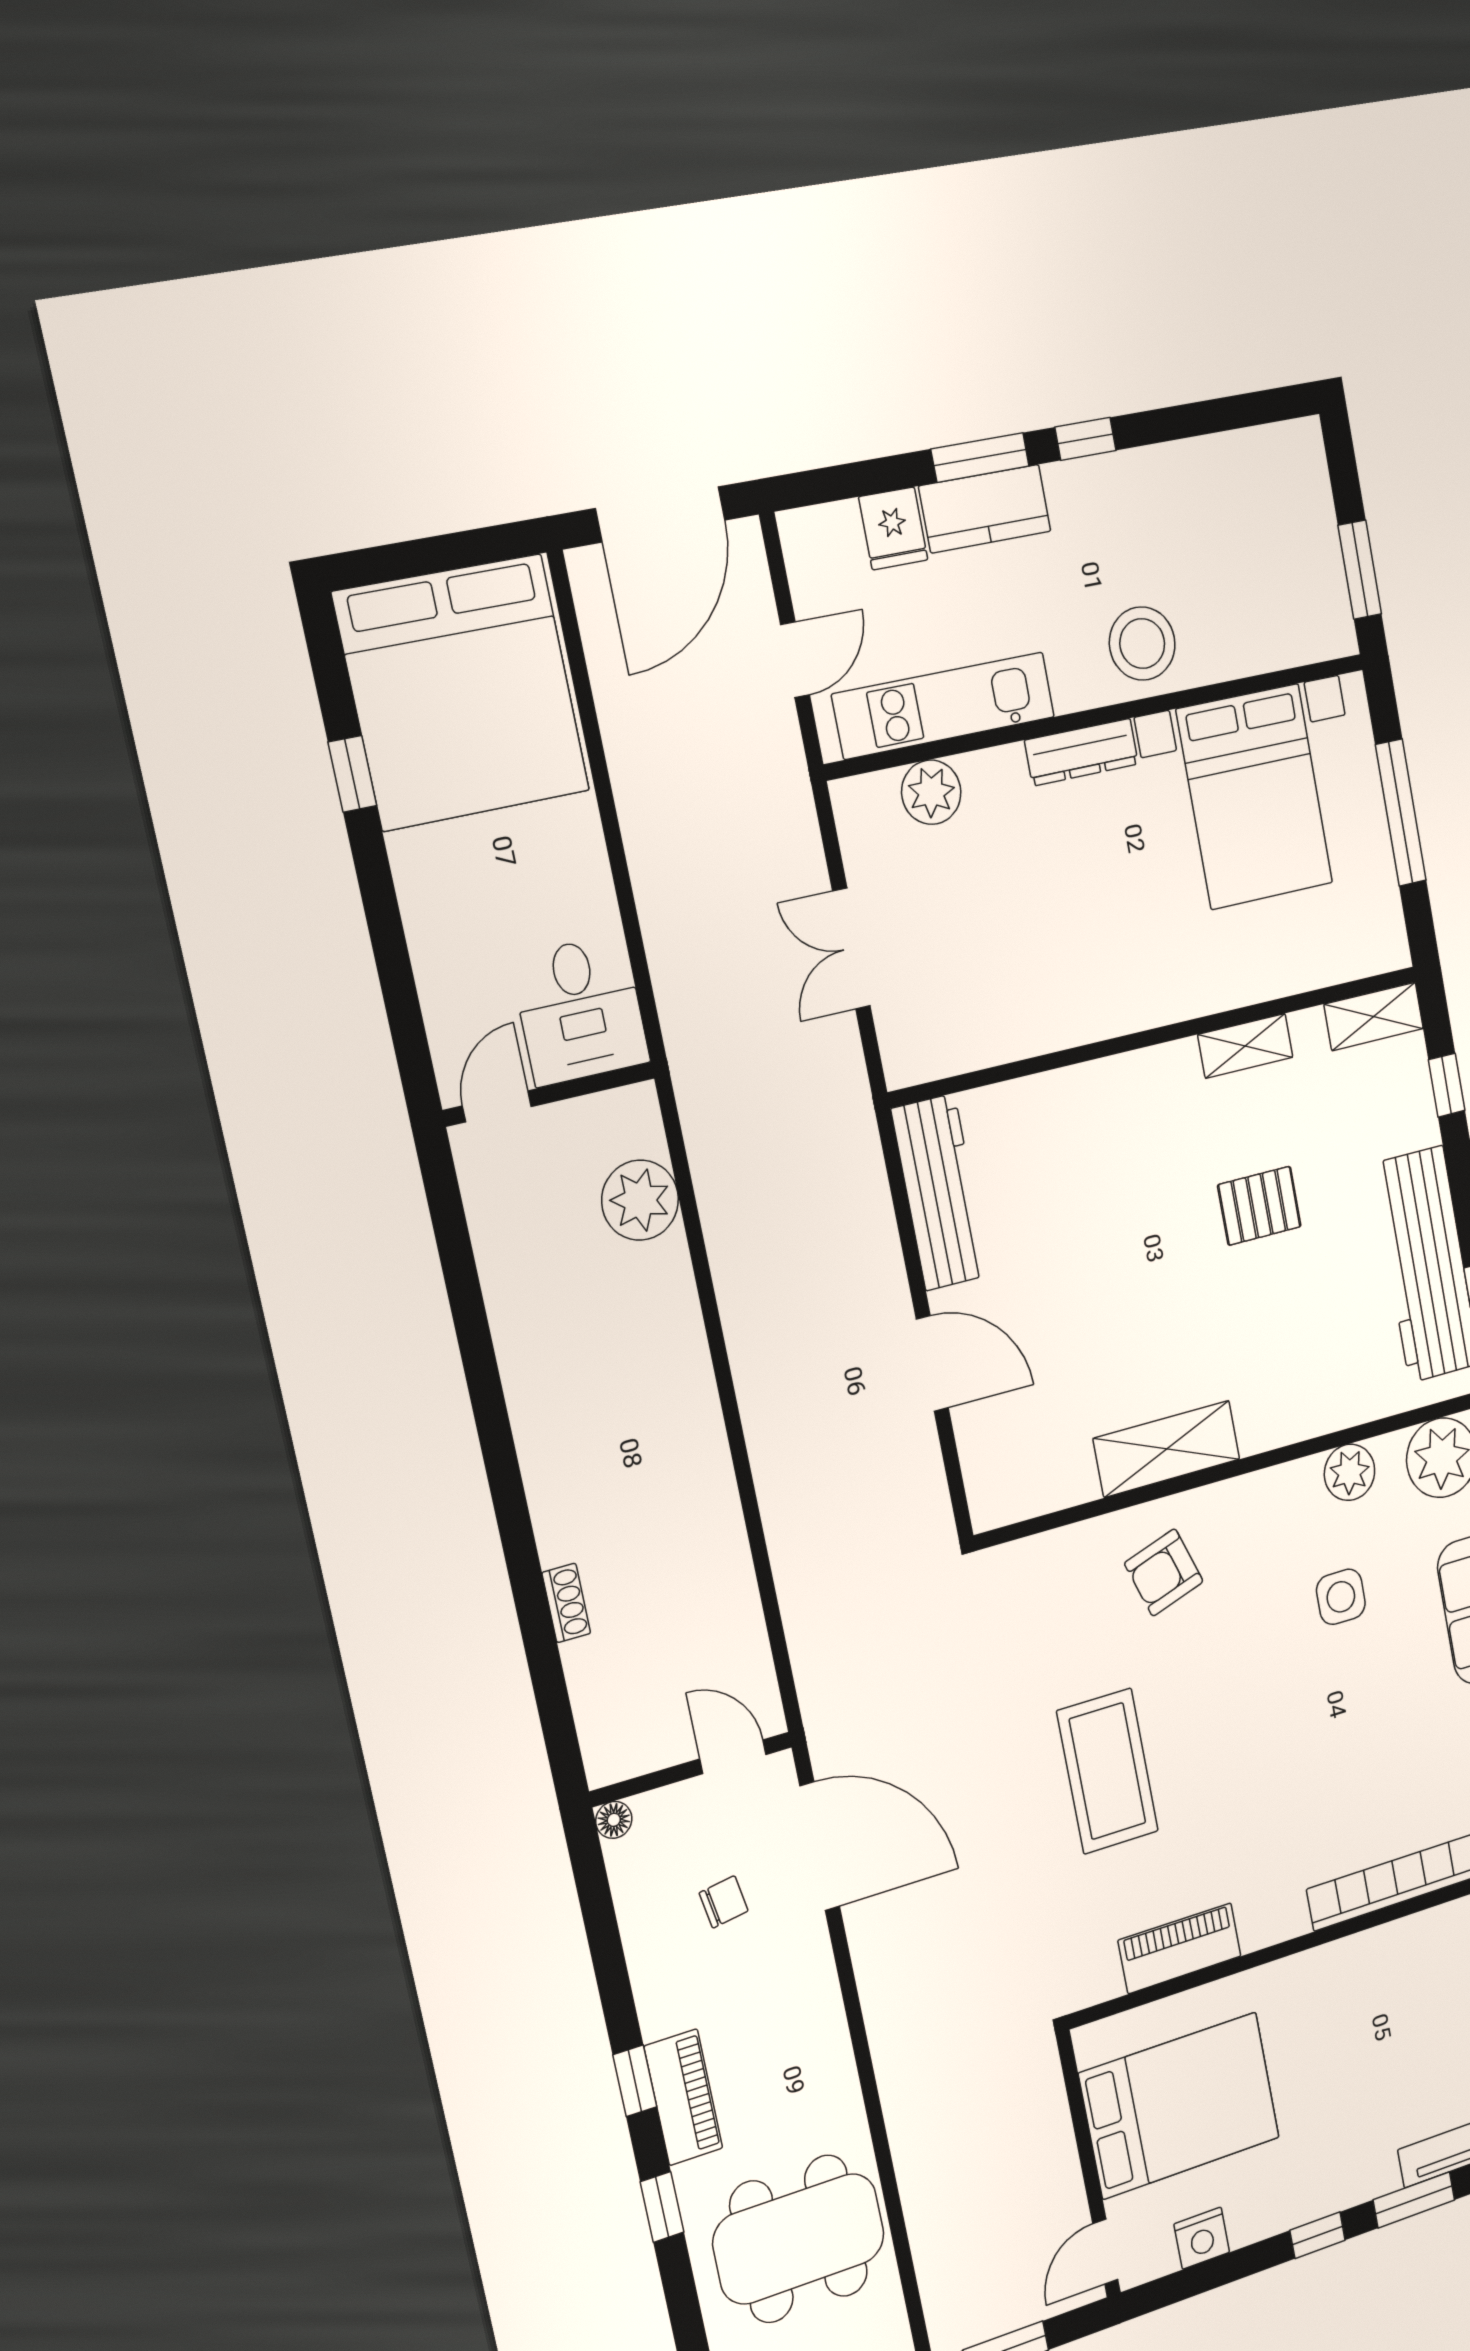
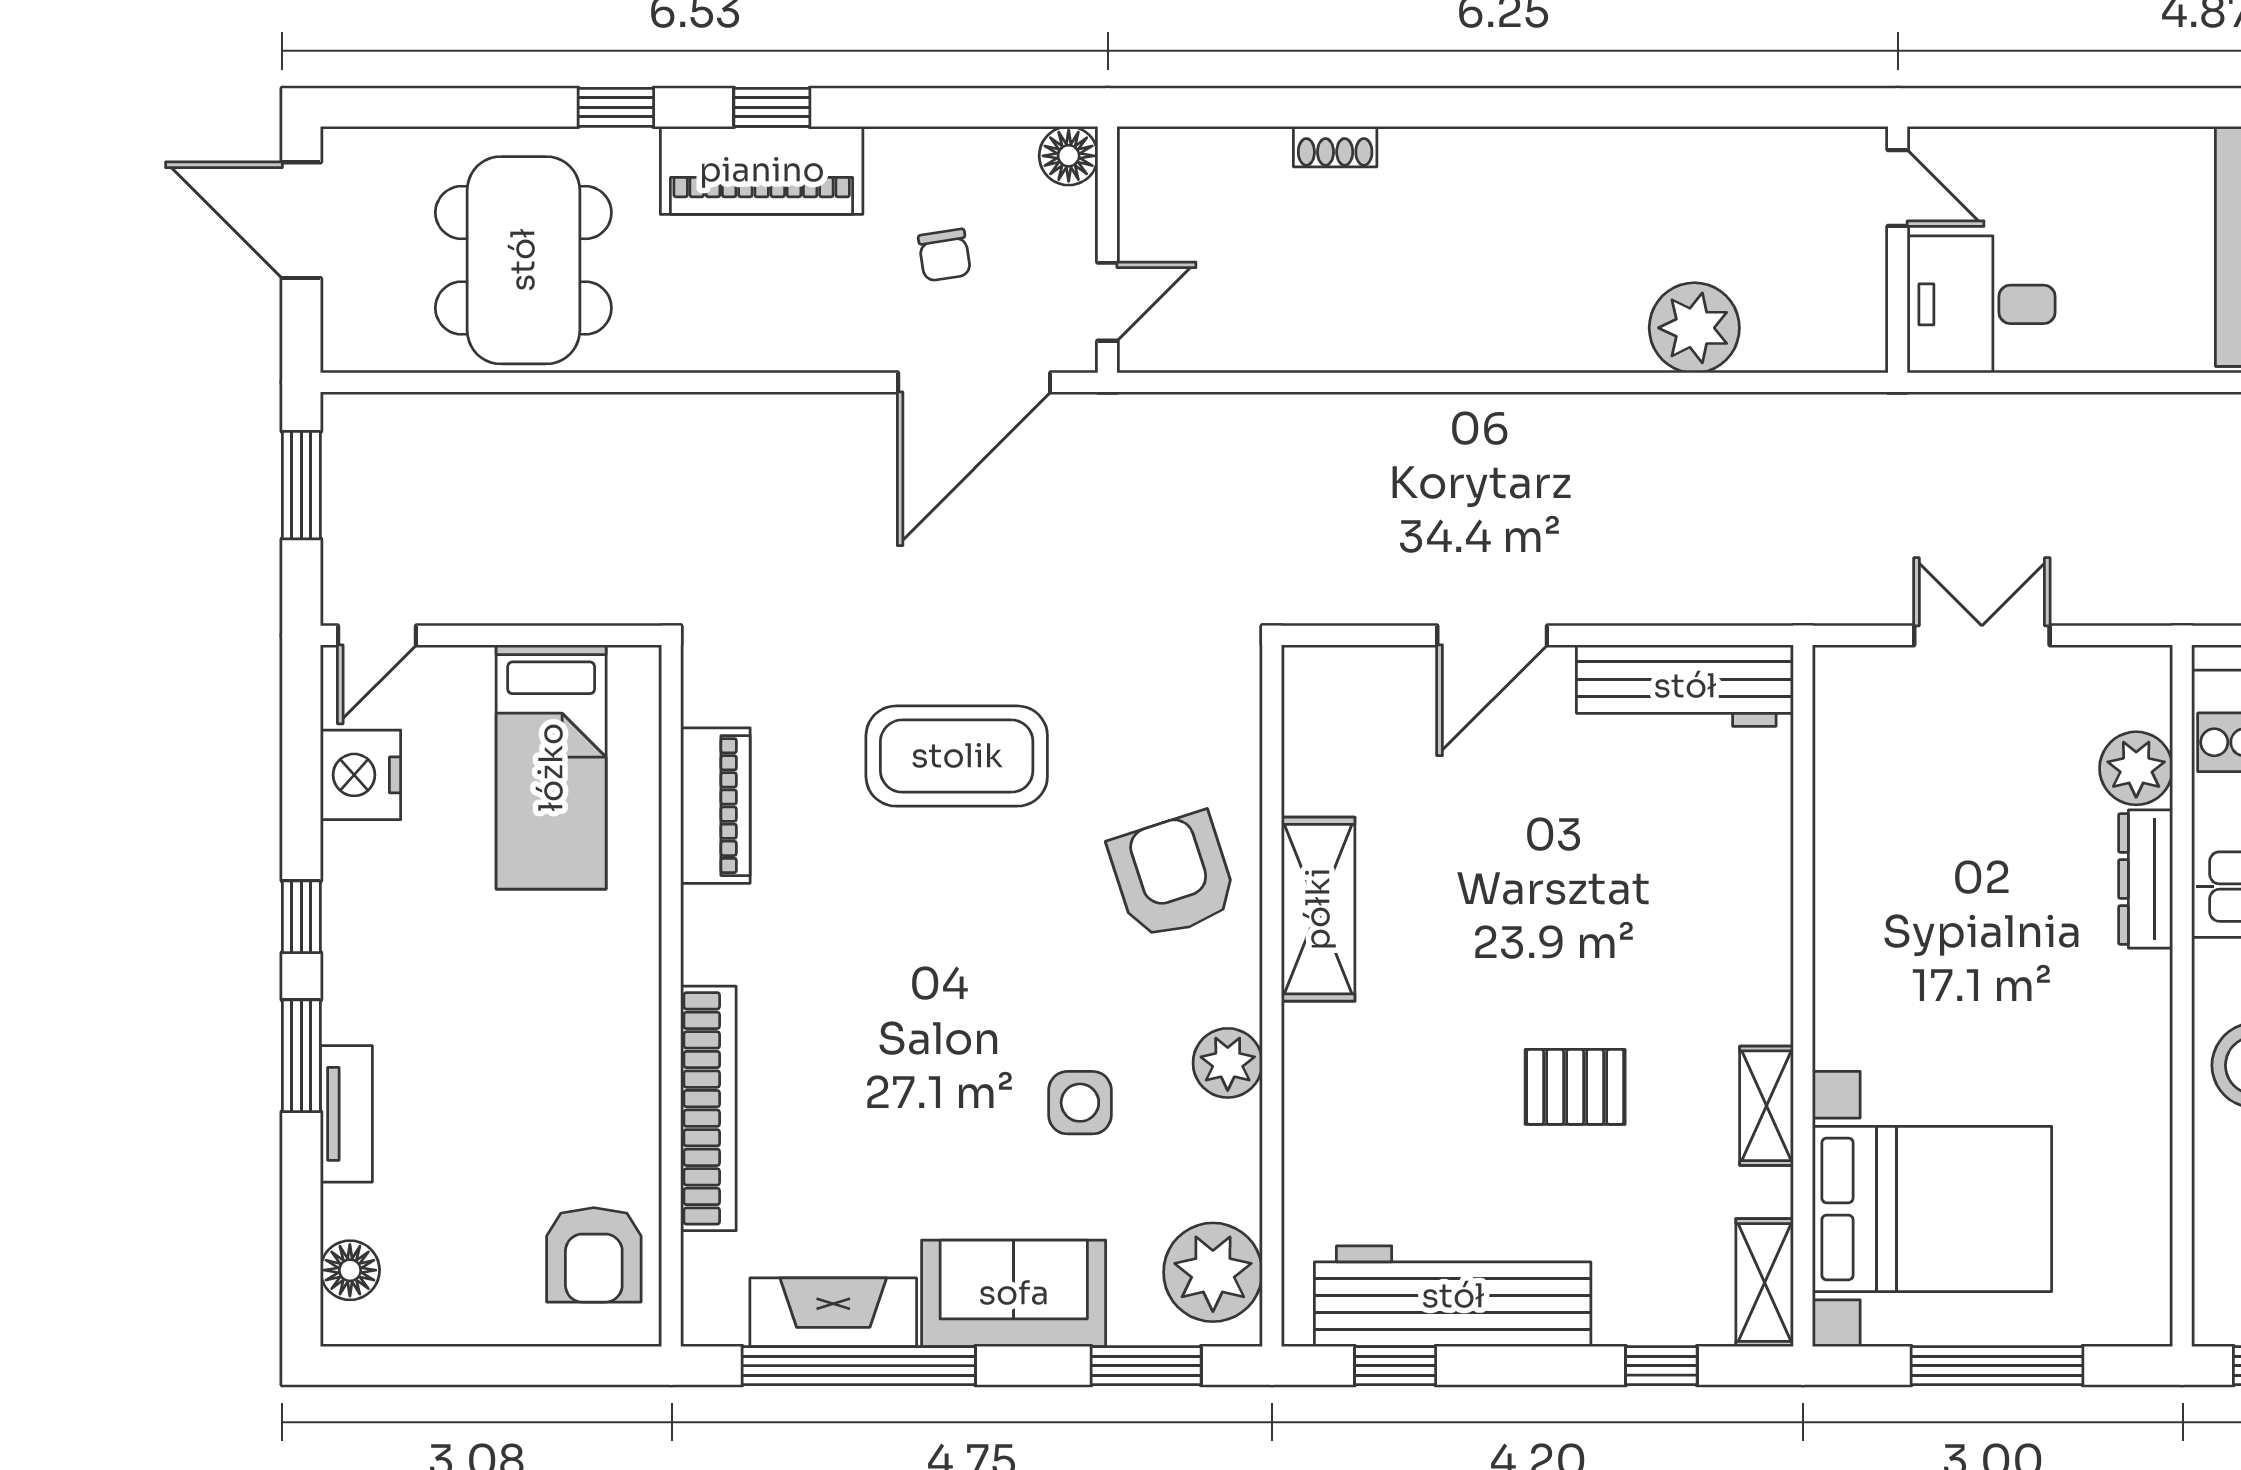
dresser: (1082, 752) -> (2146, 879), moved
bed with nightstands: (1255, 797) -> (1932, 1209), moved, turned 180
plant: (640, 1200) -> (1694, 328), moved
pallet: (1259, 1206) -> (1575, 1087), turned 90
plant: (1350, 1472) -> (1228, 1063), moved
armchair: (1164, 1572) -> (1173, 876), width x1.38, depth x1.38
floor lamp: (614, 1820) -> (1069, 156), width x1.37, depth x1.37
piano: (683, 2097) -> (762, 170), width x1.37, depth x1.33
bed: (1180, 2105) -> (551, 767), width x0.67
nightstand: (1202, 2238) -> (360, 775), width x1.36, depth x1.33
door: (1105, 2252) -> (377, 635), swing flipped

